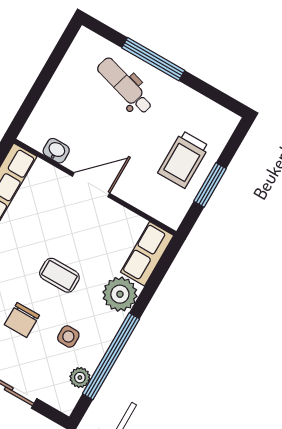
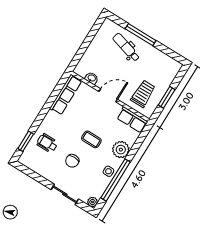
trolley: (183, 159) -> (143, 94), moved, turned 180
row of seats: (147, 254) -> (132, 120), moved, turned -90
side table: (68, 337) -> (108, 171), moved
plant: (80, 378) -> (92, 202), moved

